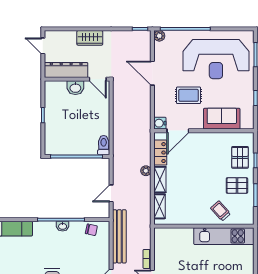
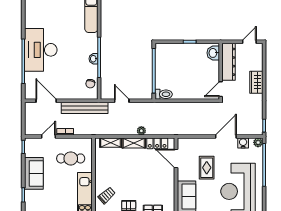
washbasin: (75, 88) -> (213, 53), moved
water cooler: (160, 123) -> (243, 143), moved
cafe table: (178, 252) -> (71, 158), added

